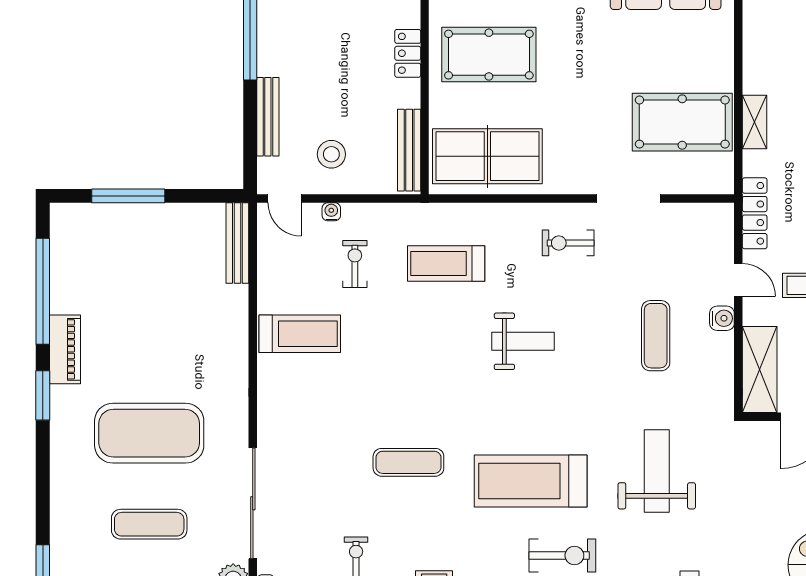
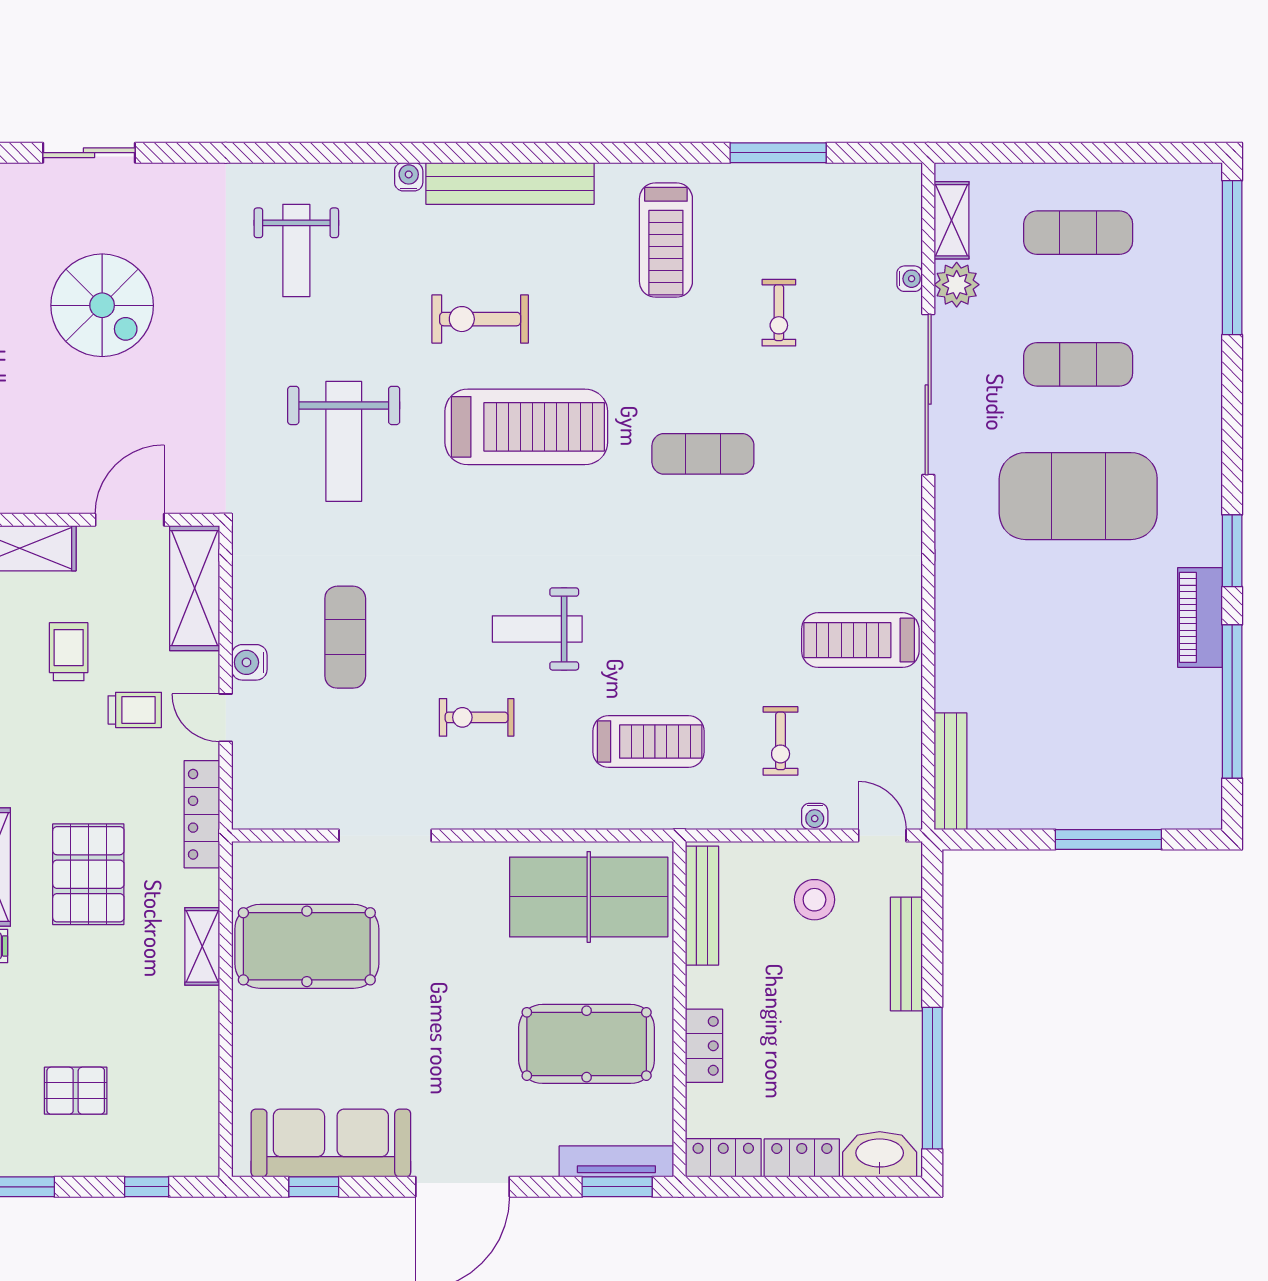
exercise bike: (568, 243) -> (477, 717), moved, turned 180

